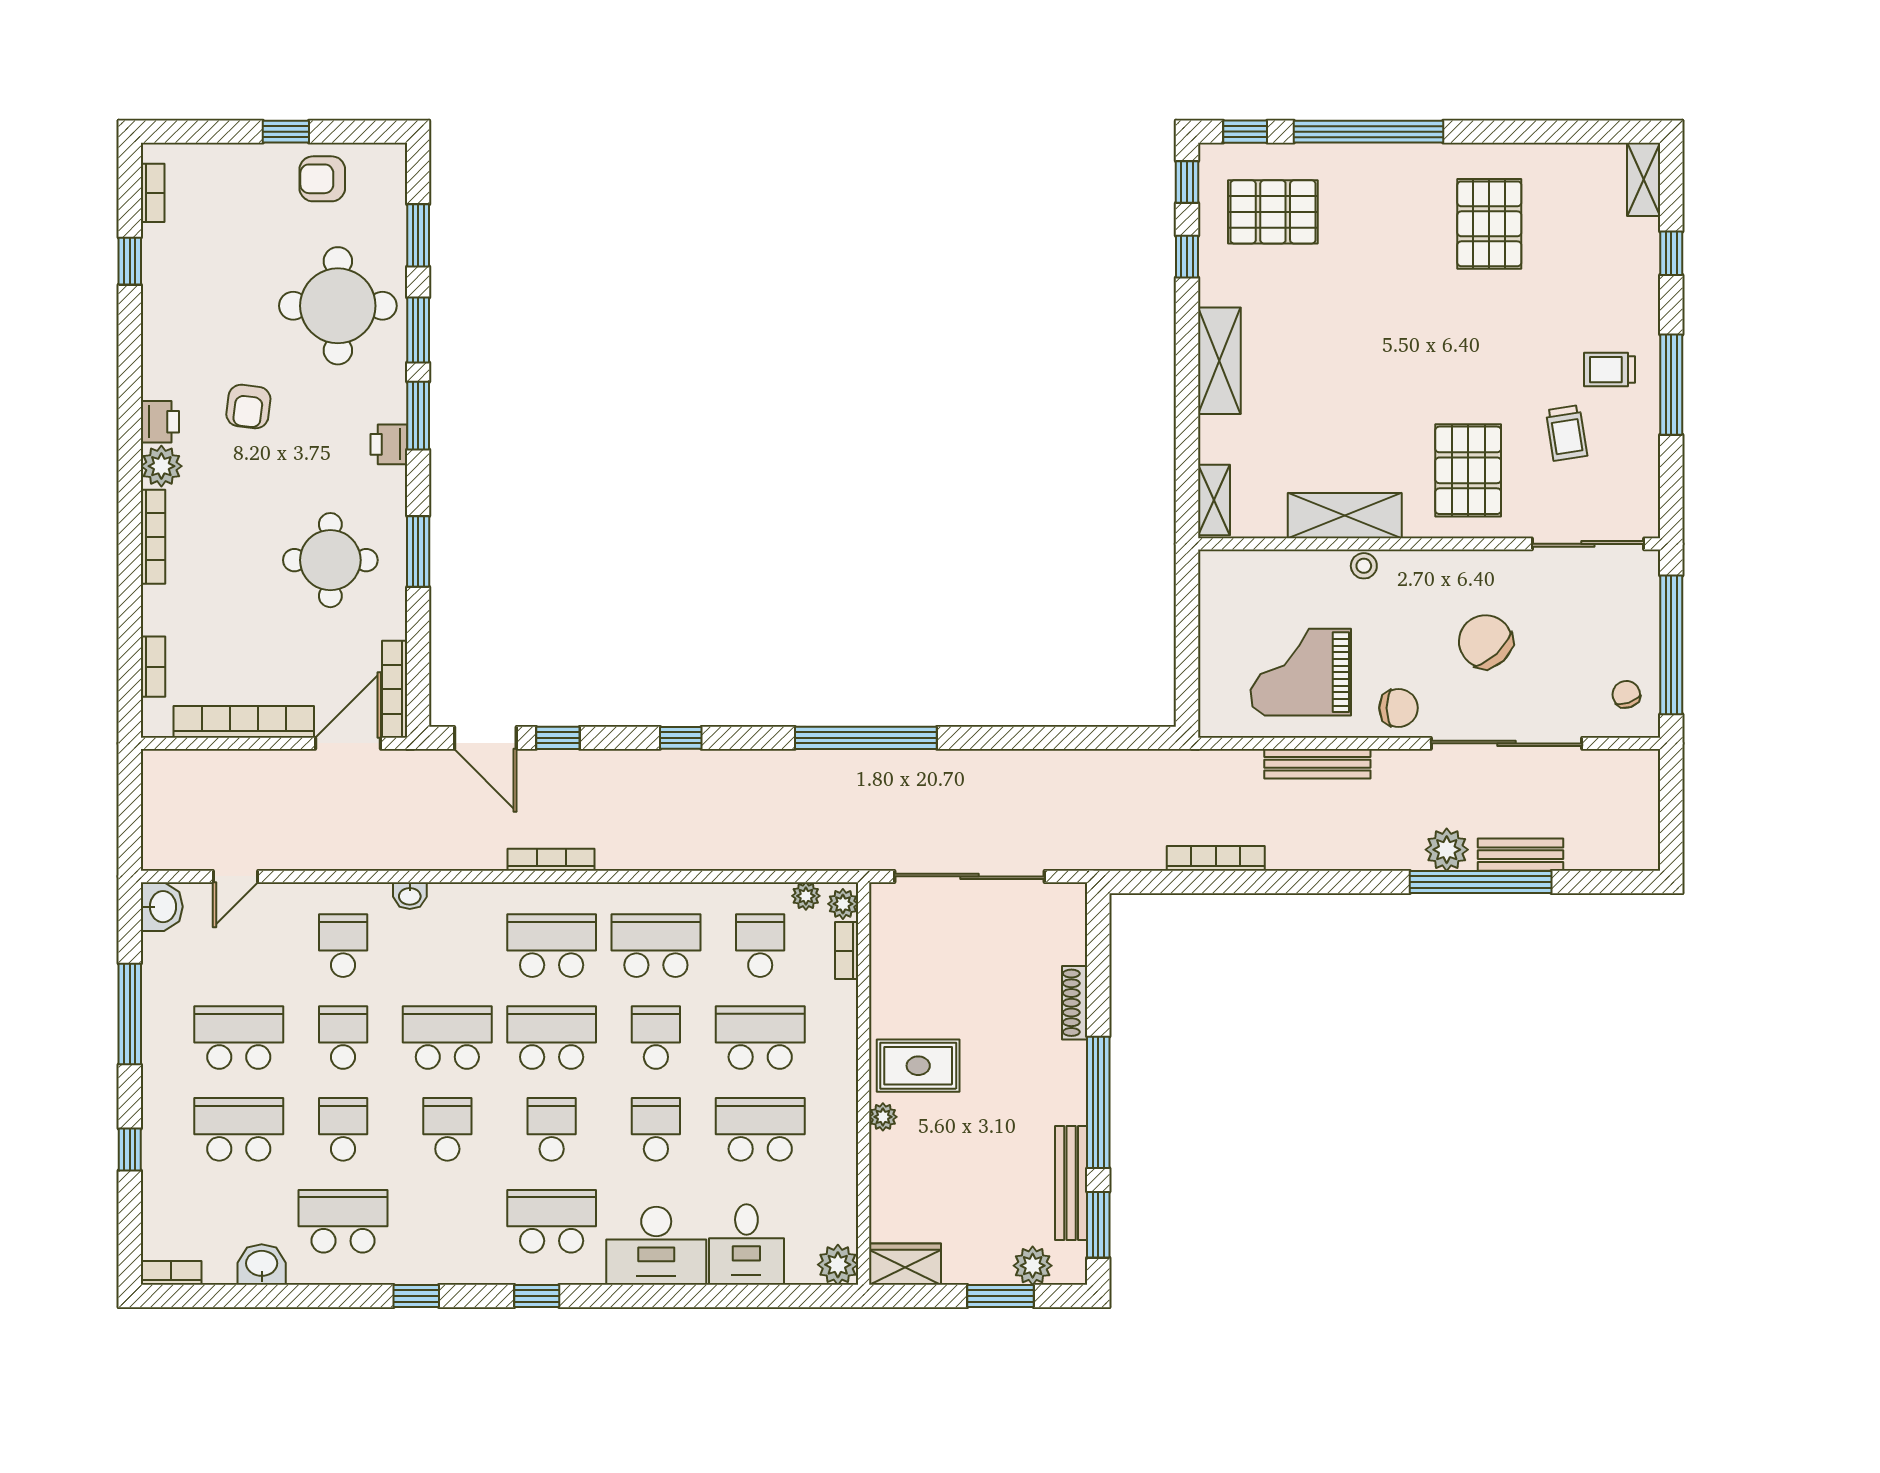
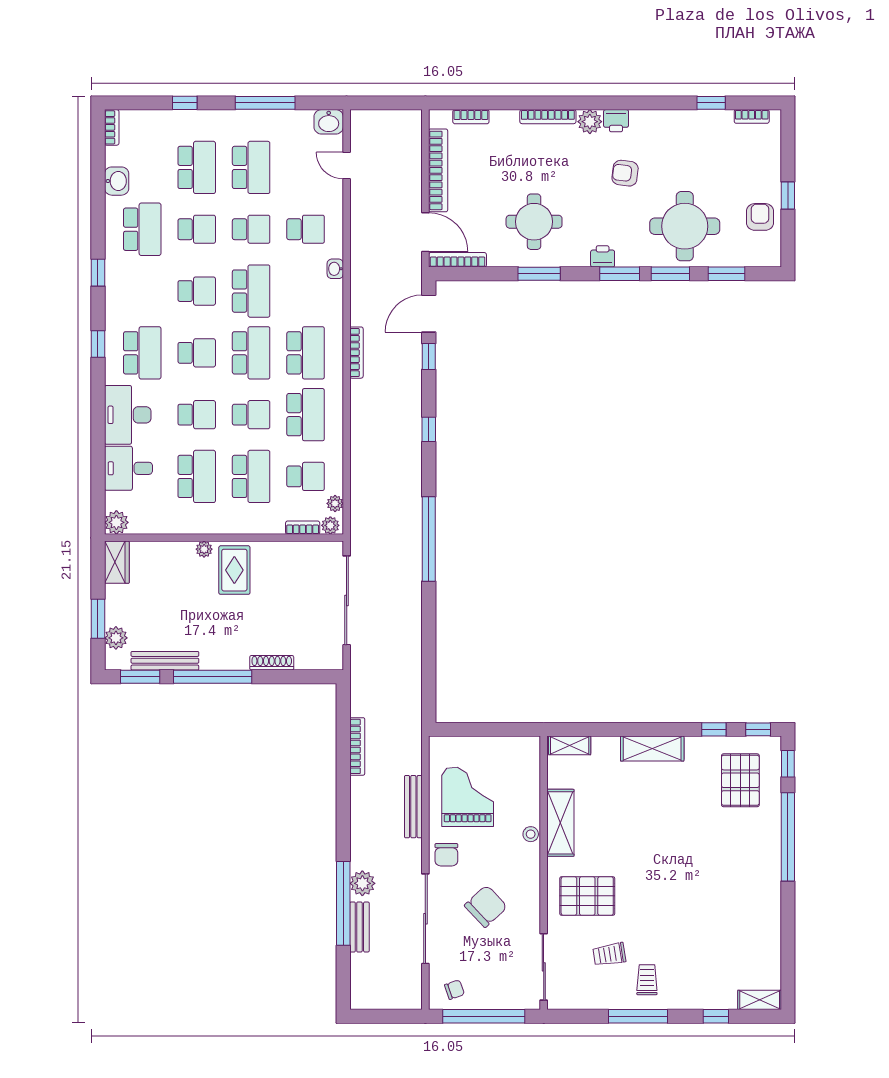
pallet: (1489, 224) -> (733, 909), removed

